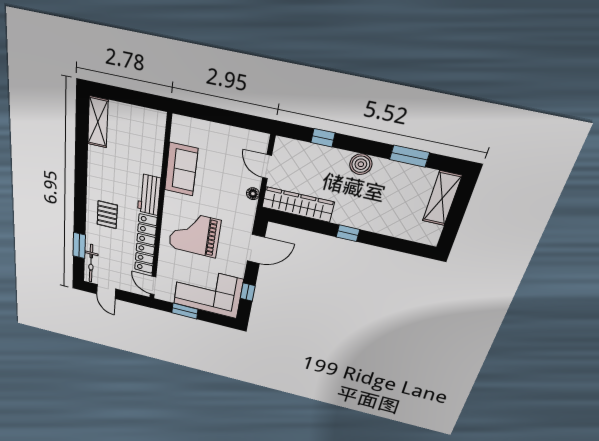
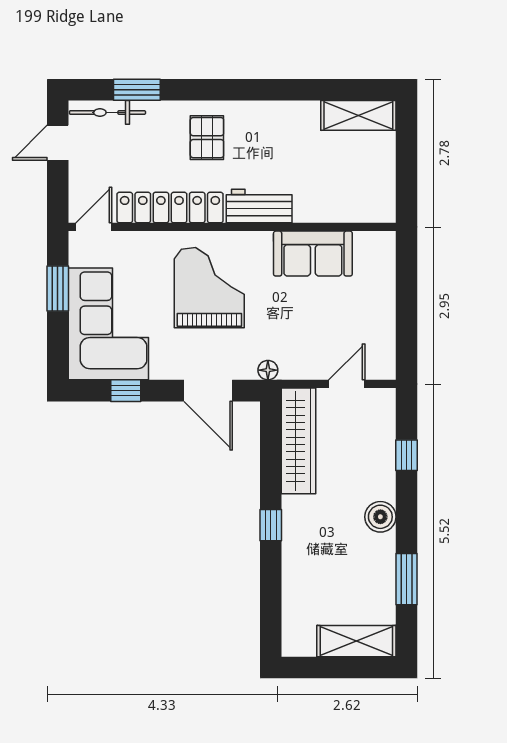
floor lamp: (253, 194) -> (268, 370), moved
pallet: (107, 215) -> (207, 138), turned 90

